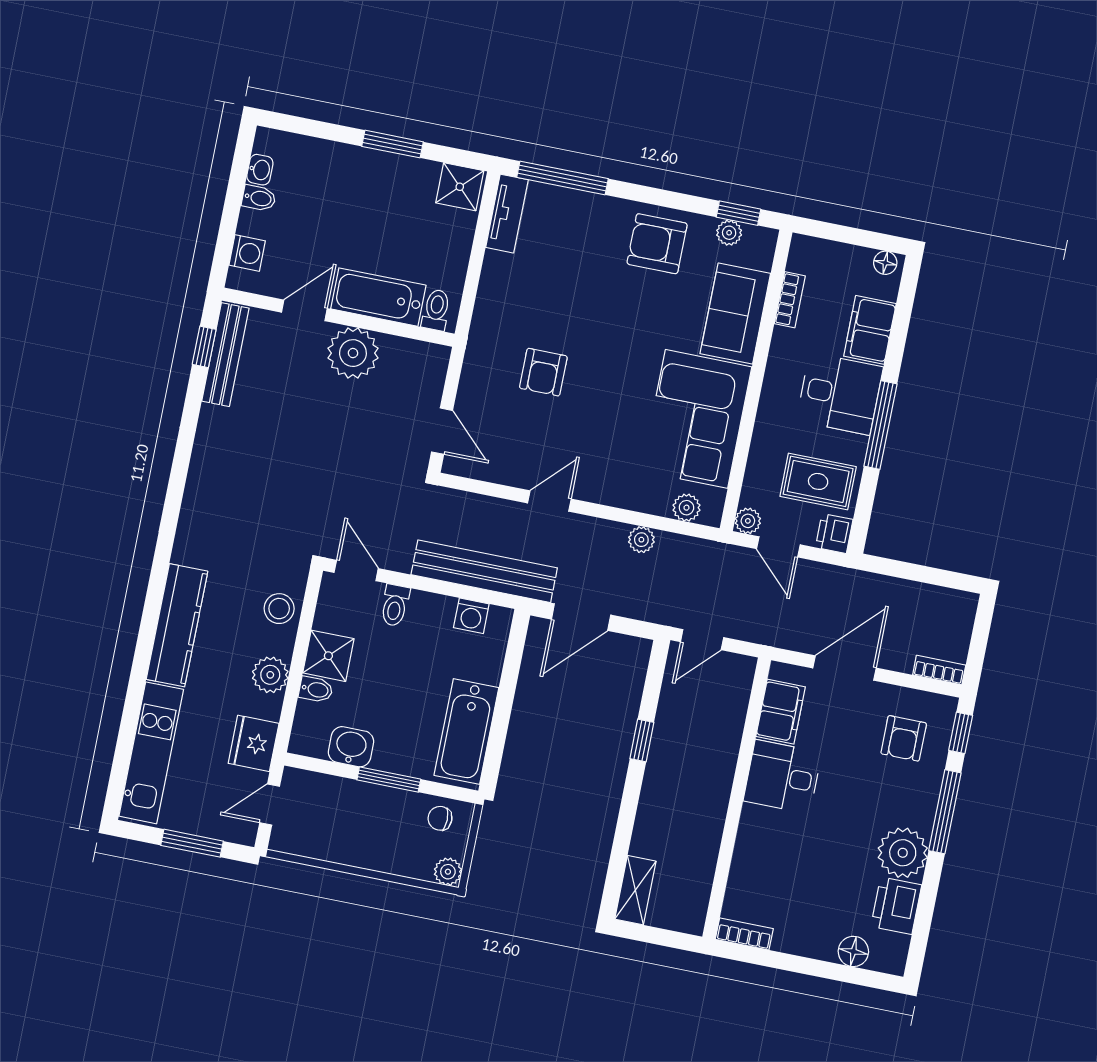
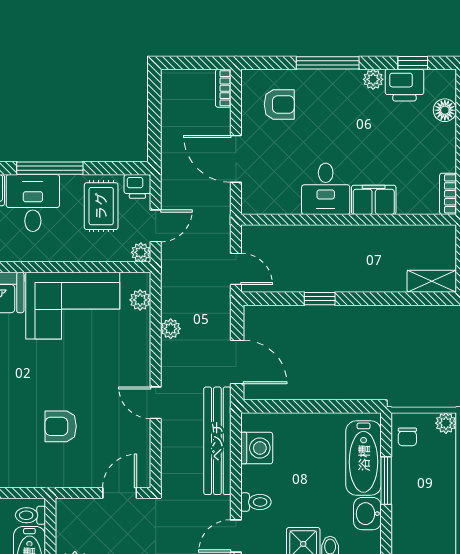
armchair: (543, 372) -> (61, 426), turned 180
washing machine: (471, 616) -> (257, 448), width x1.38, depth x1.38
filing cabinet: (781, 712) -> (374, 200), moved
bathtub: (466, 732) -> (364, 458), moved, turned 90
window: (961, 733) -> (413, 63), moved
plant: (903, 853) -> (373, 79), width x0.53, depth x0.53

